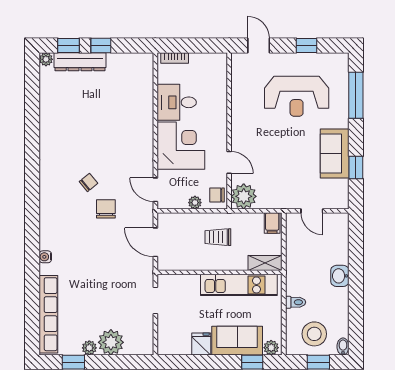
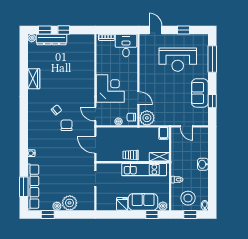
desk: (177, 102) -> (126, 46), moved, turned 90
wardrobe: (49, 129) -> (34, 79), added
trolley: (218, 237) -> (131, 155), moved
window: (32, 314) -> (24, 187), added

